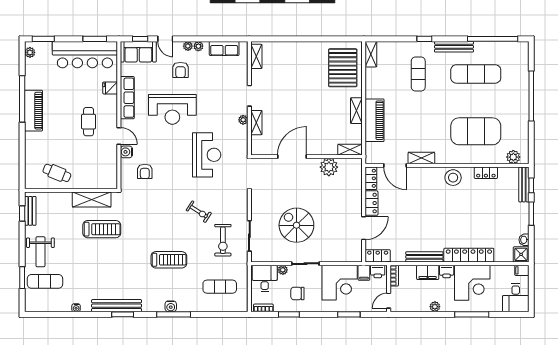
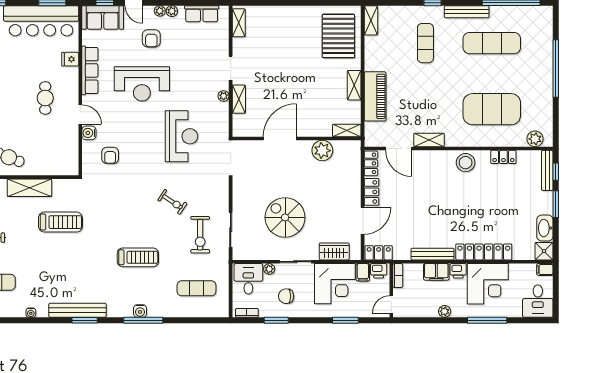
shelving: (92, 199) -> (29, 188), moved
washbasin: (524, 240) -> (545, 228), width x1.91, depth x1.45
wardrobe: (339, 255) -> (334, 251), added

